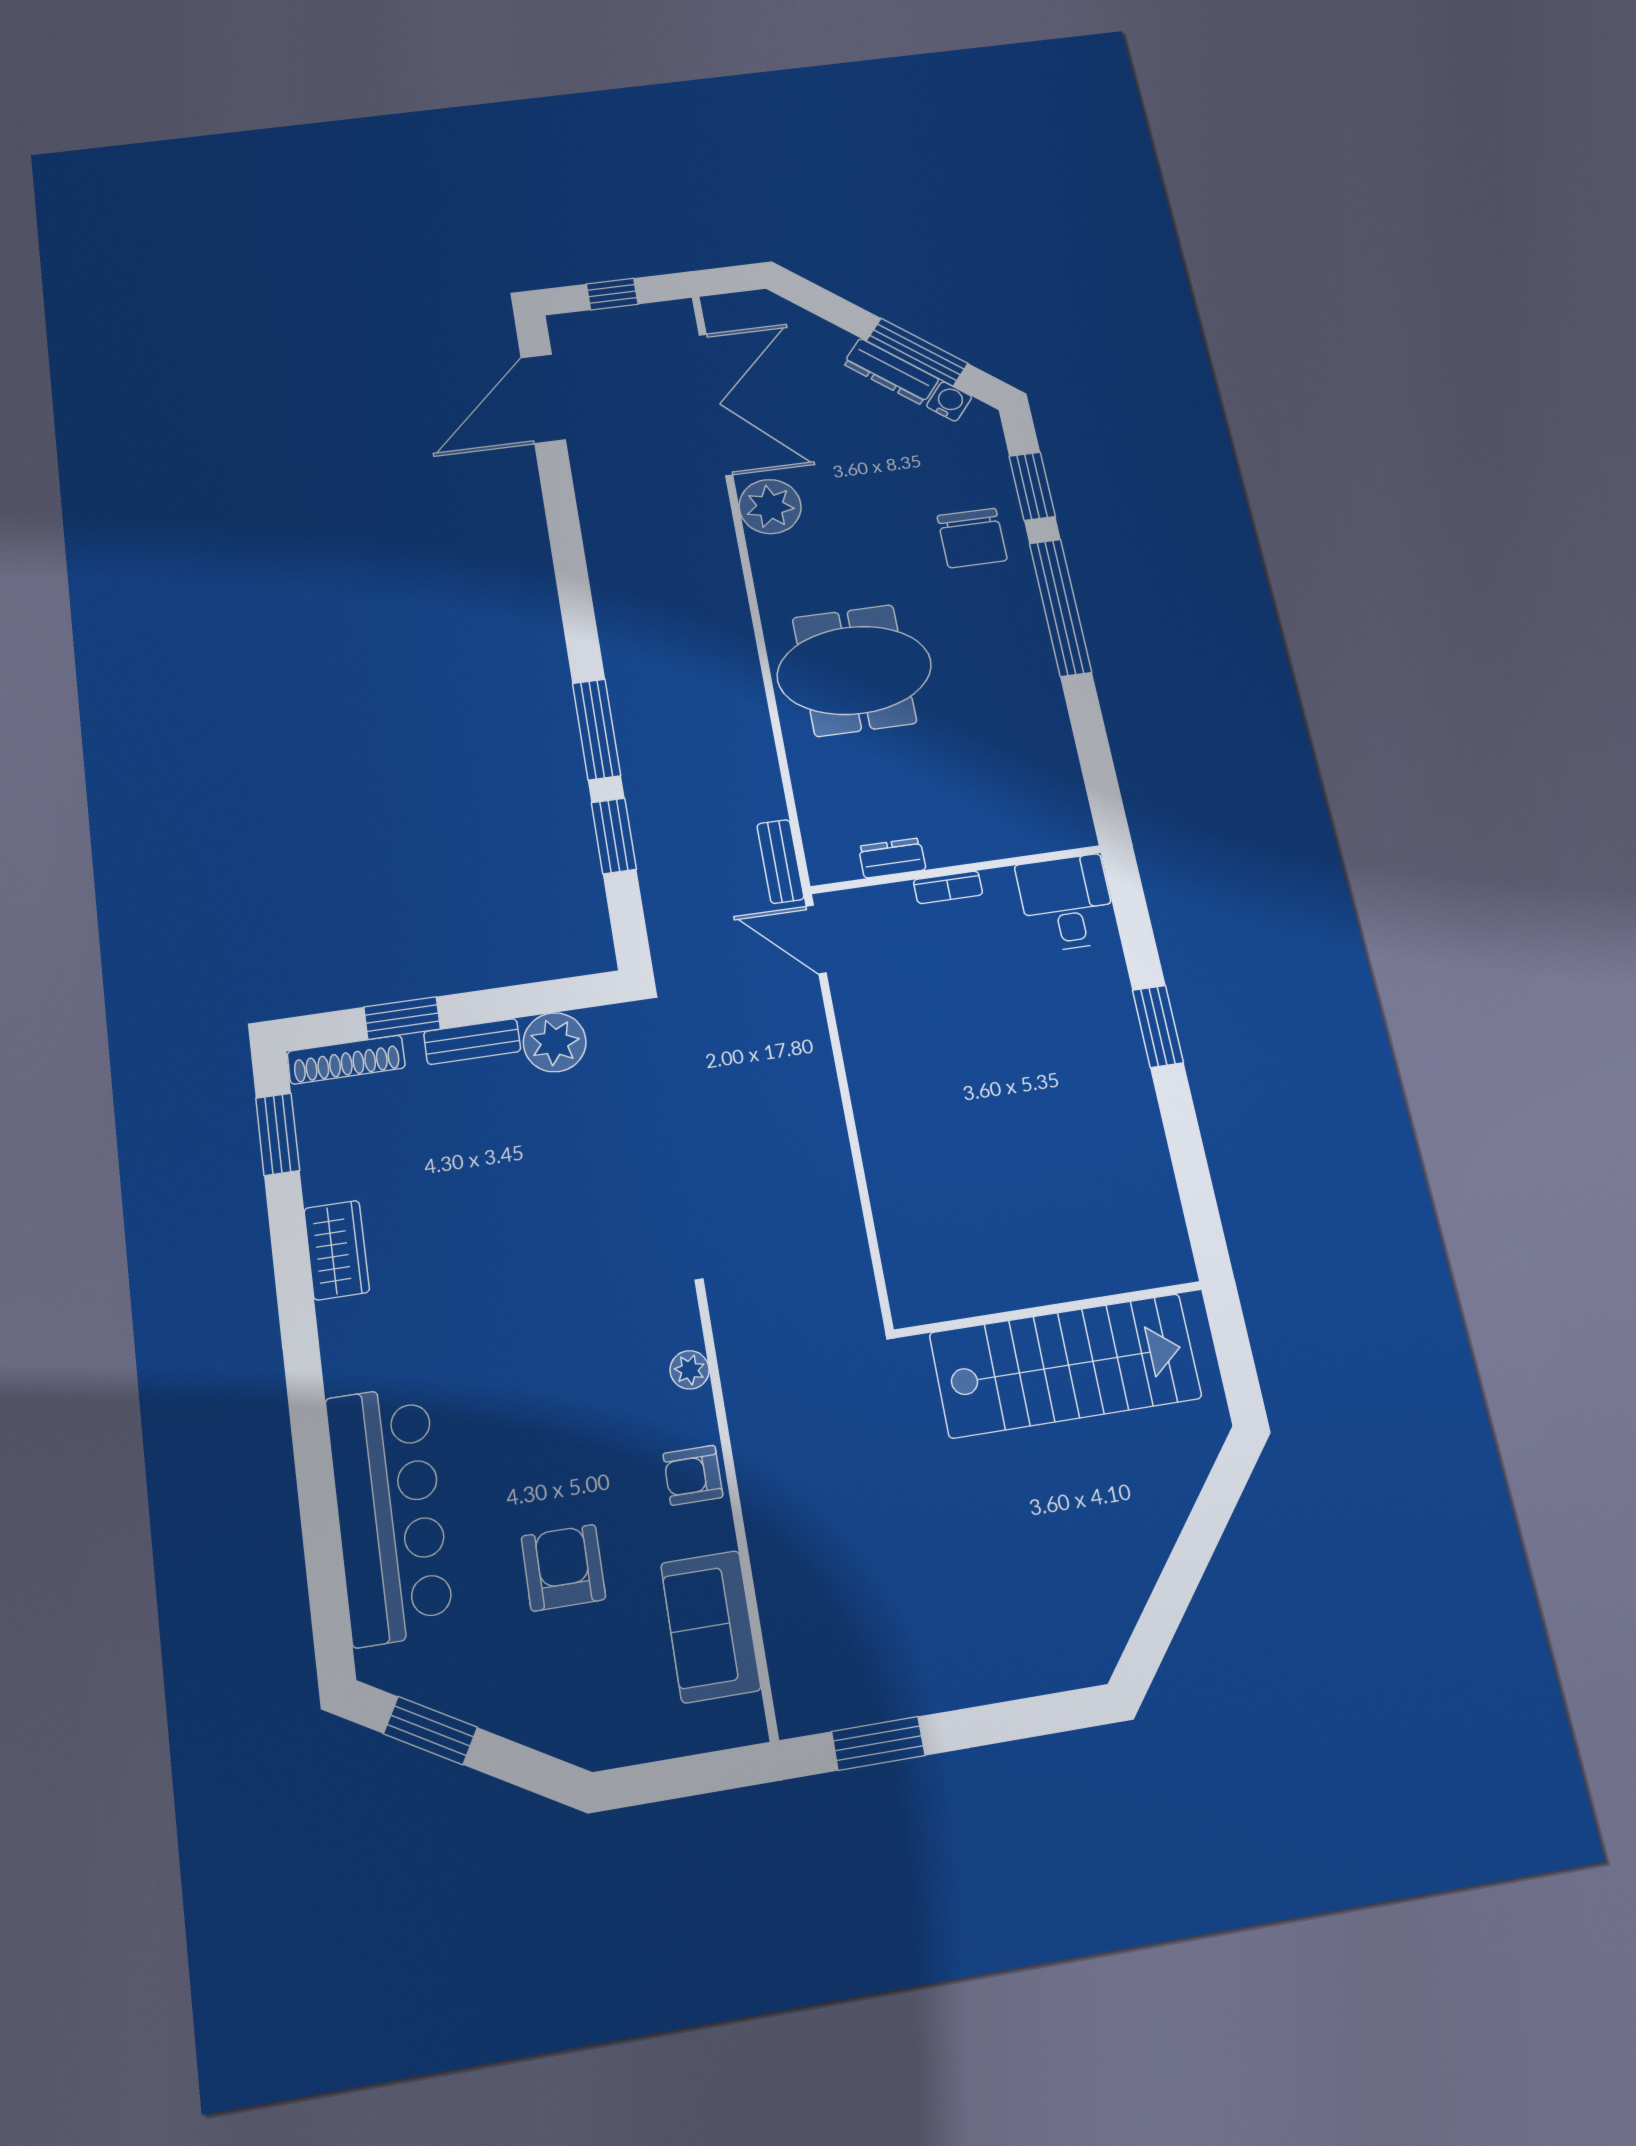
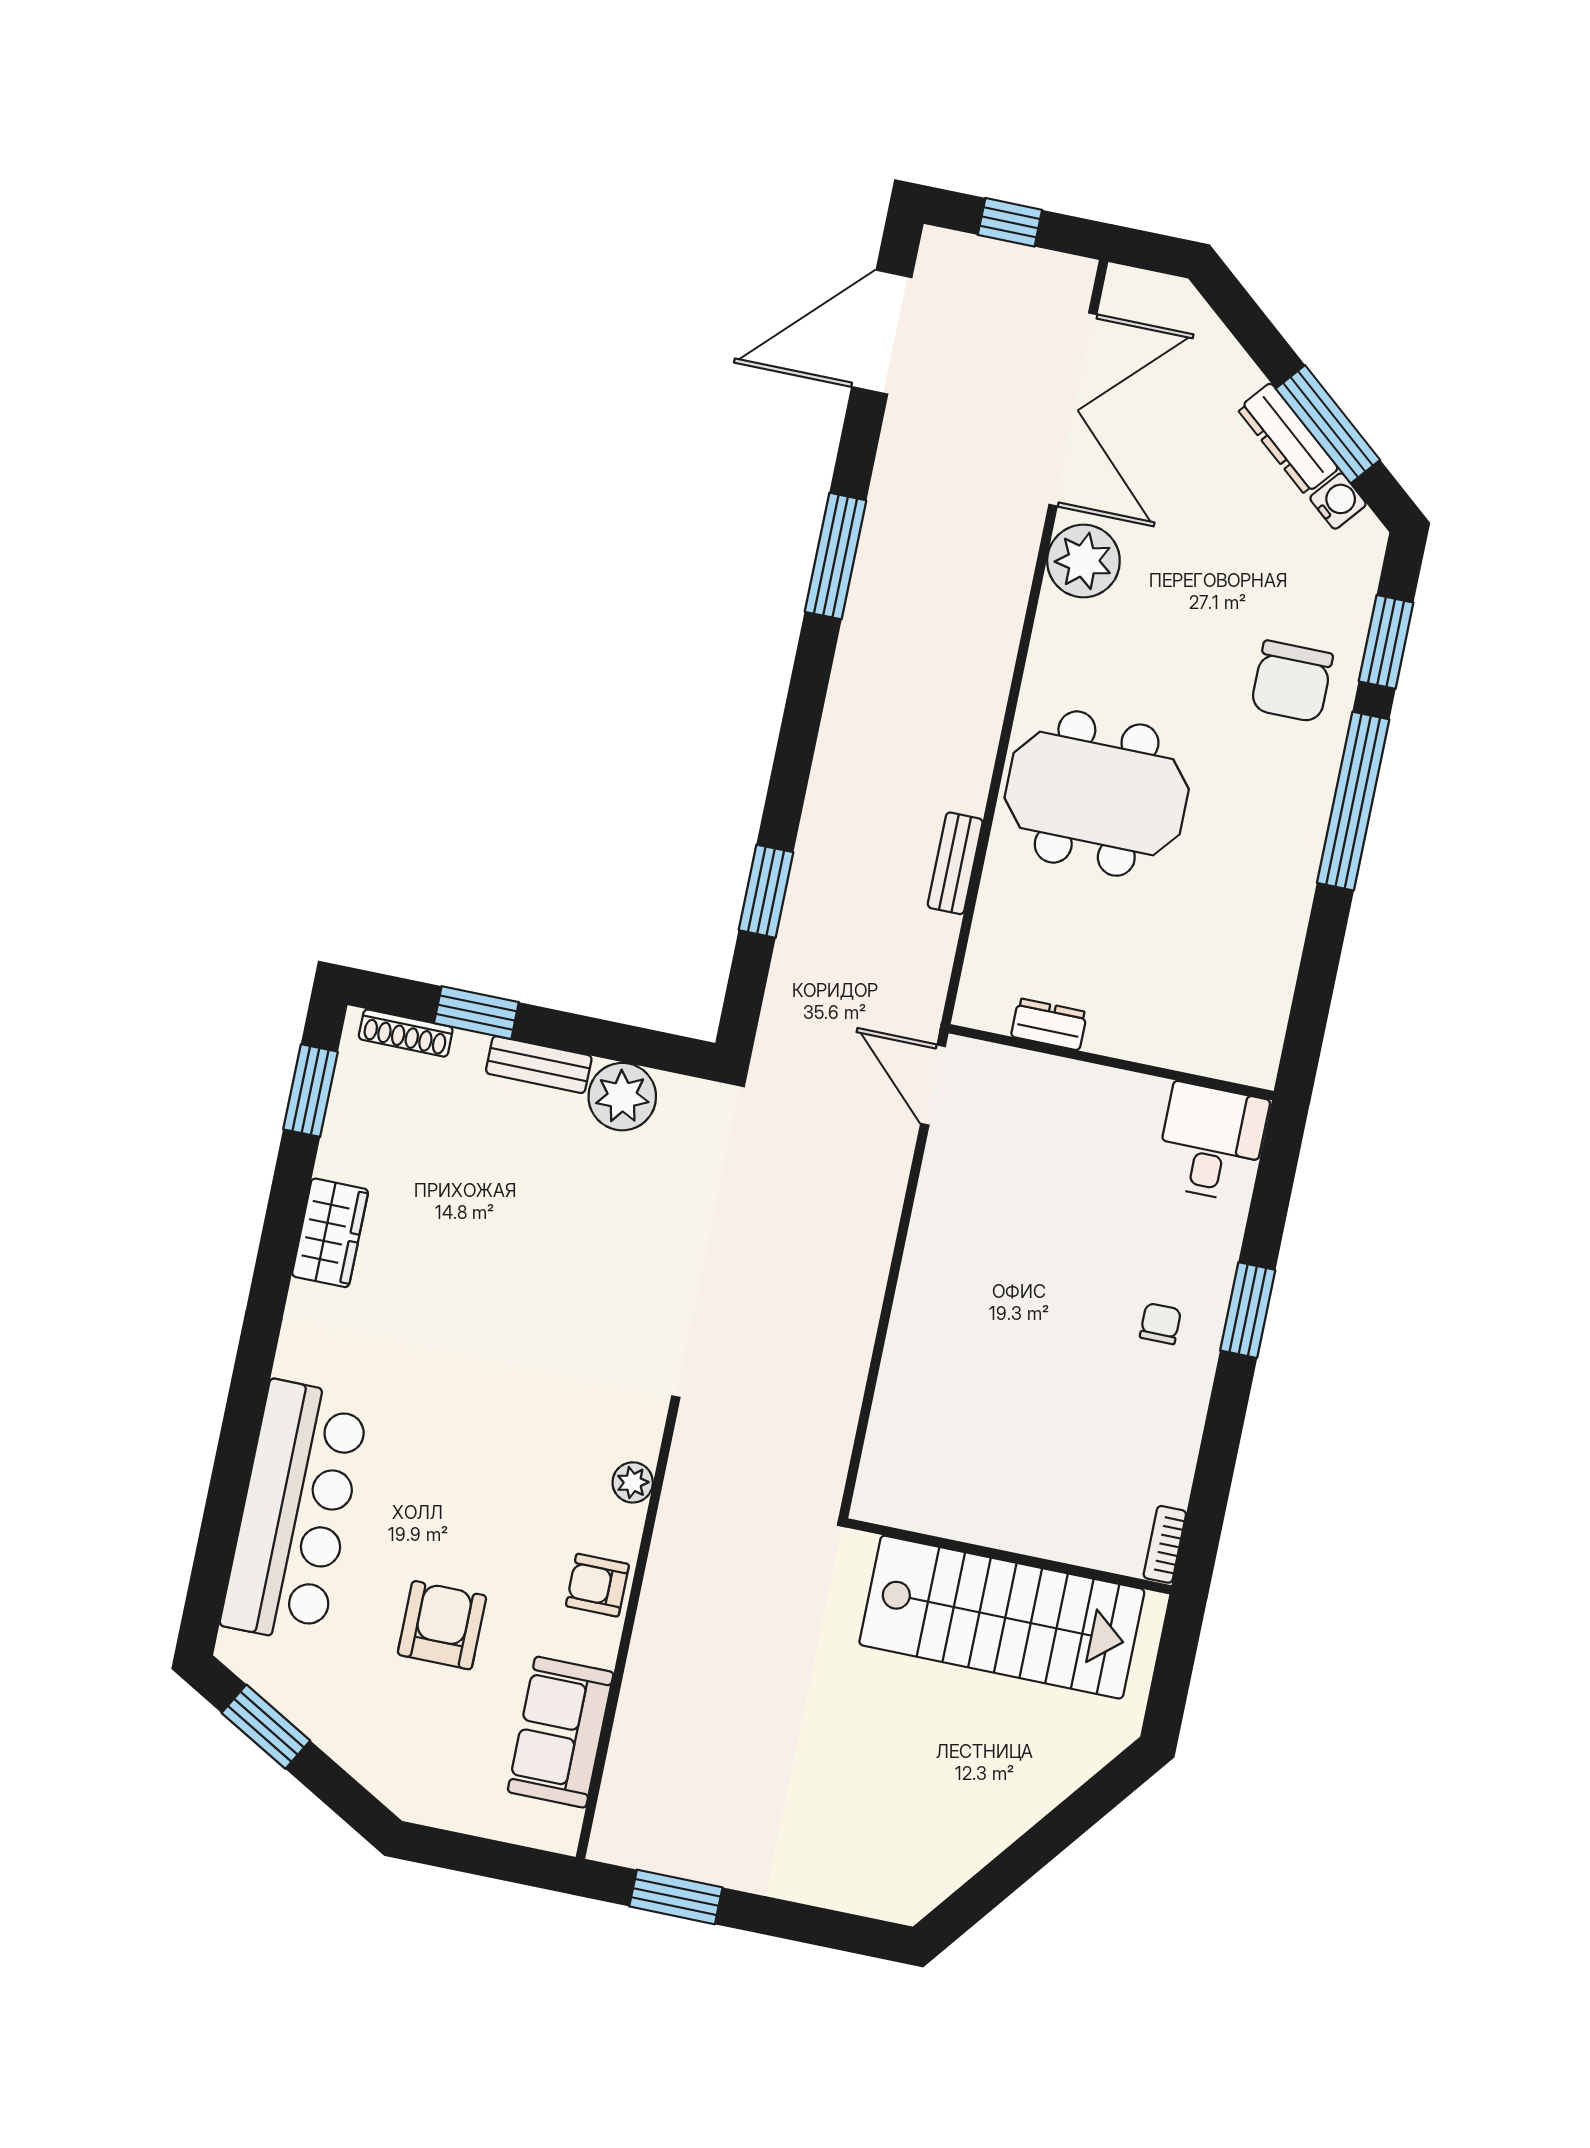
window: (597, 729) -> (835, 556), moved
bench: (780, 861) -> (955, 863), moved
bookcase: (948, 887) -> (1165, 1544), moved, turned 90
shoe rack: (346, 1060) -> (406, 1033), width x0.74, depth x0.81
chair: (1090, 1064) -> (1160, 1324), added

